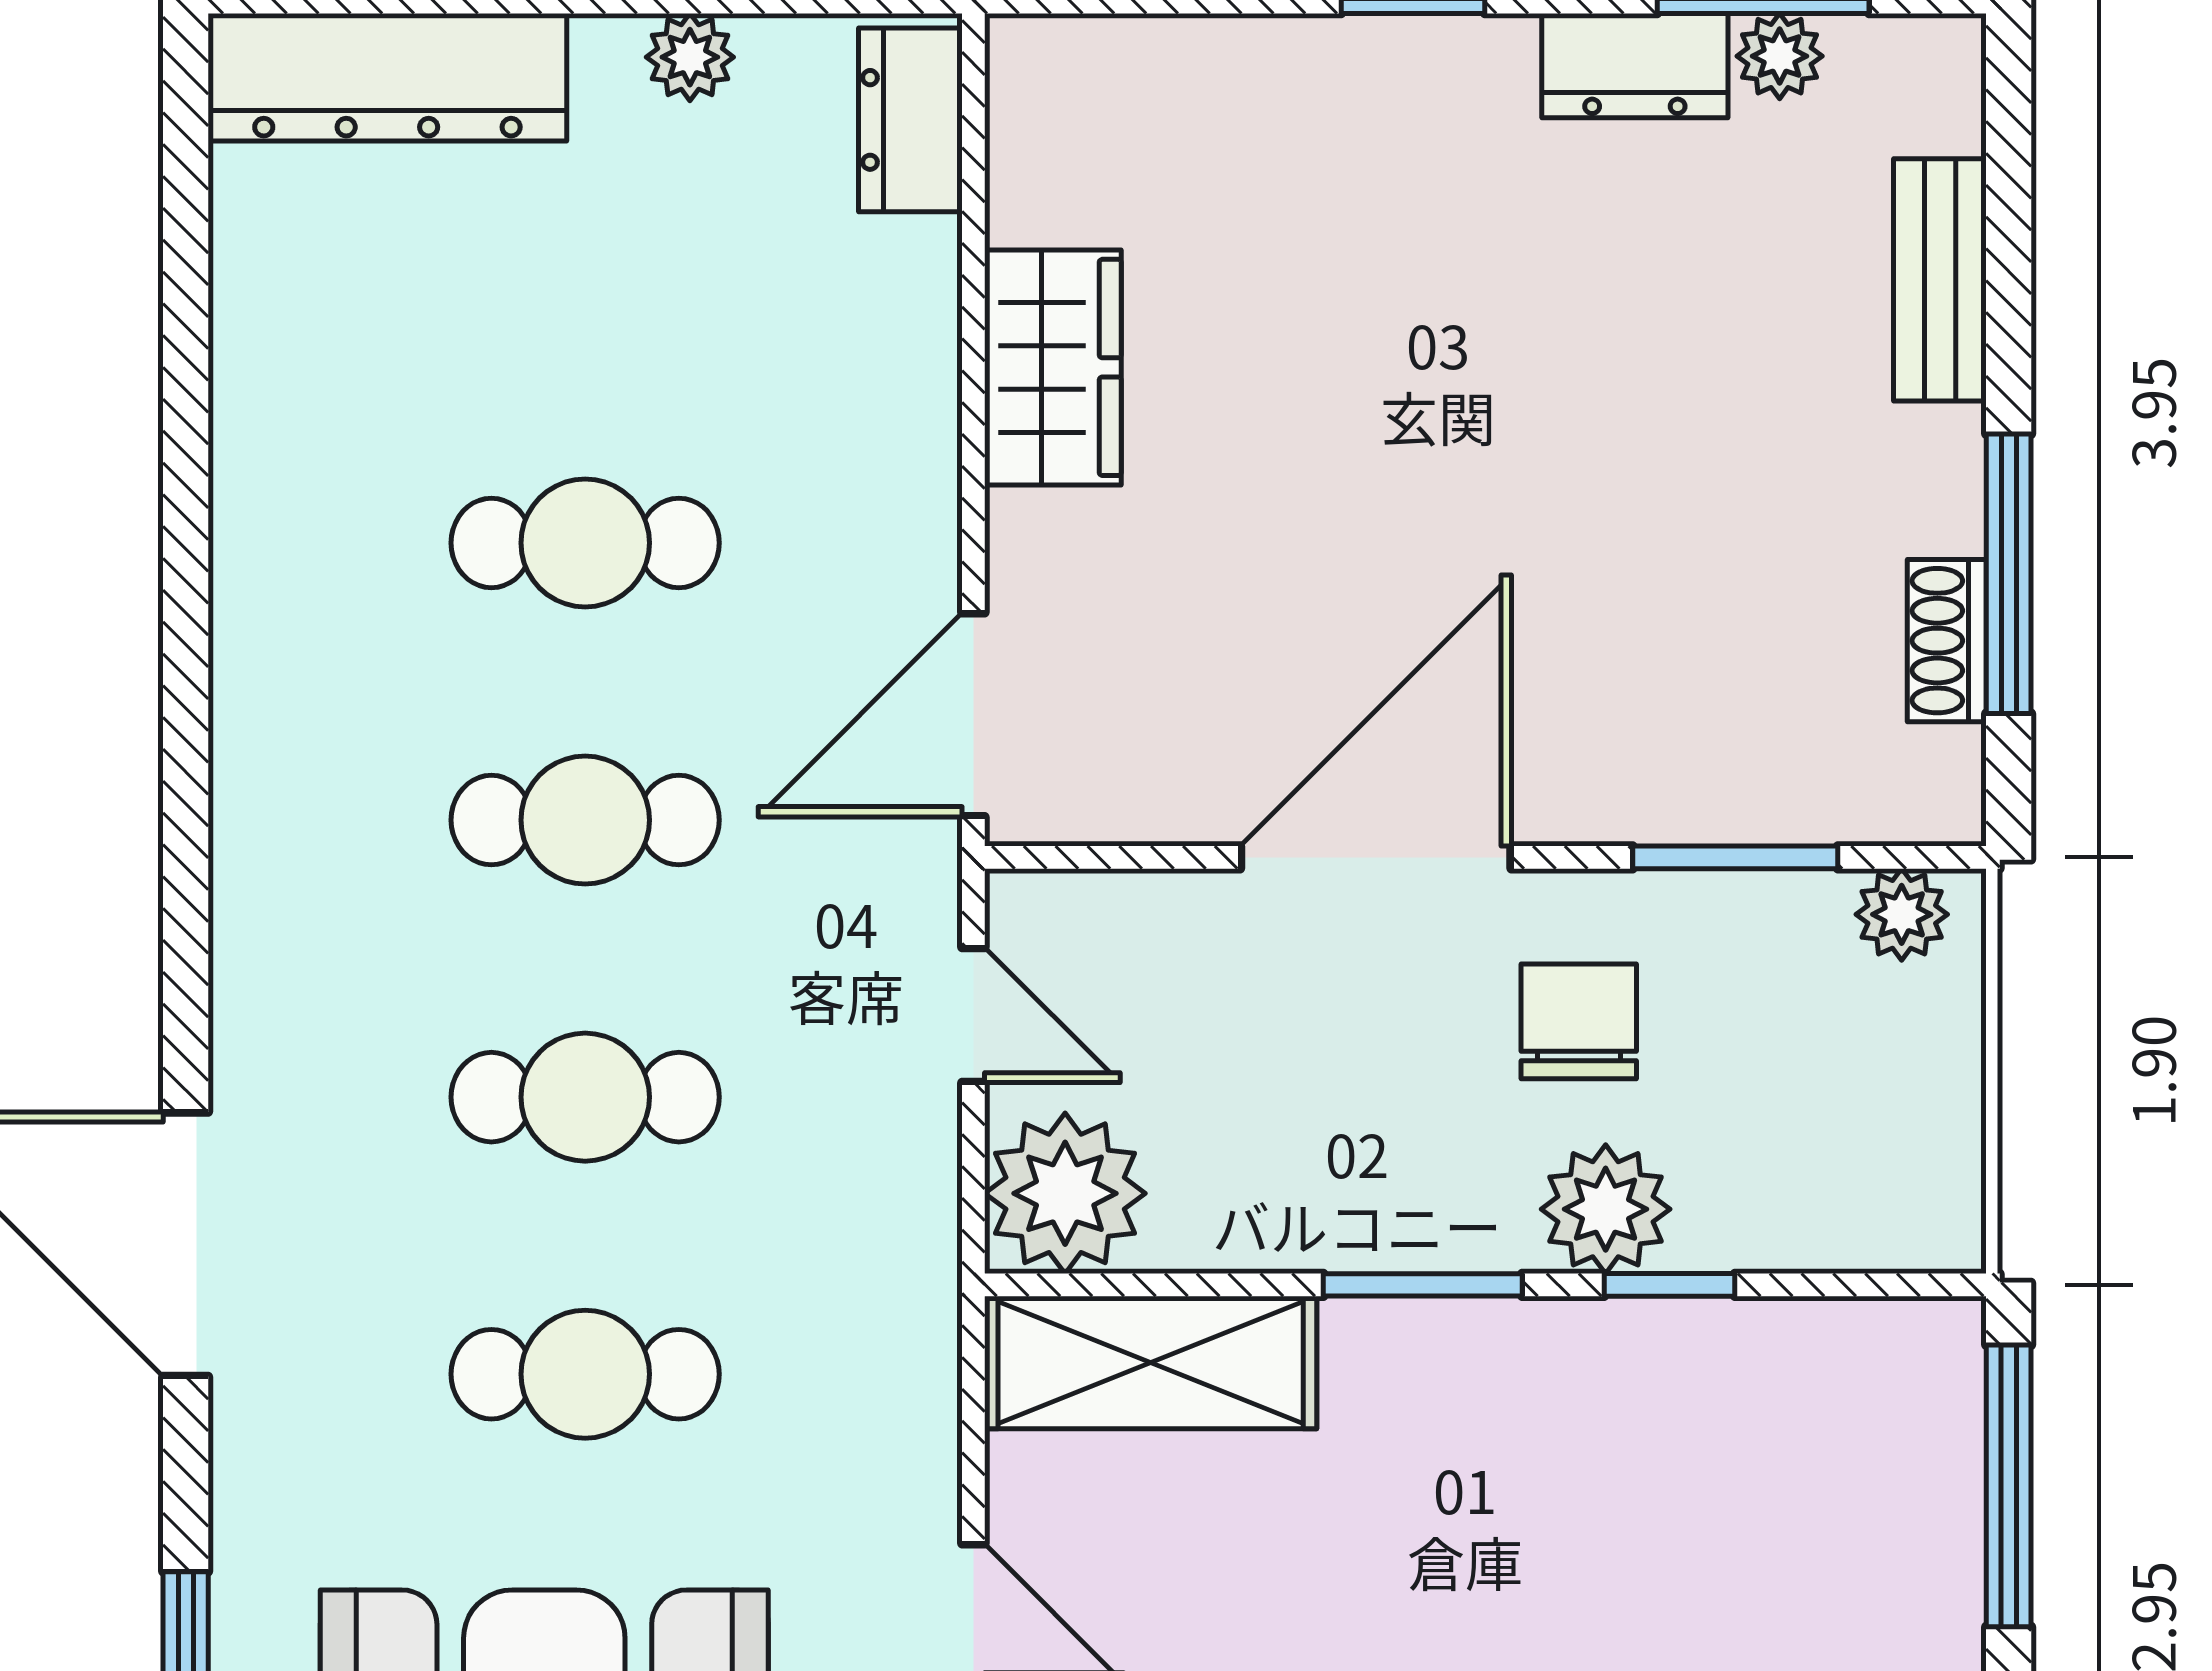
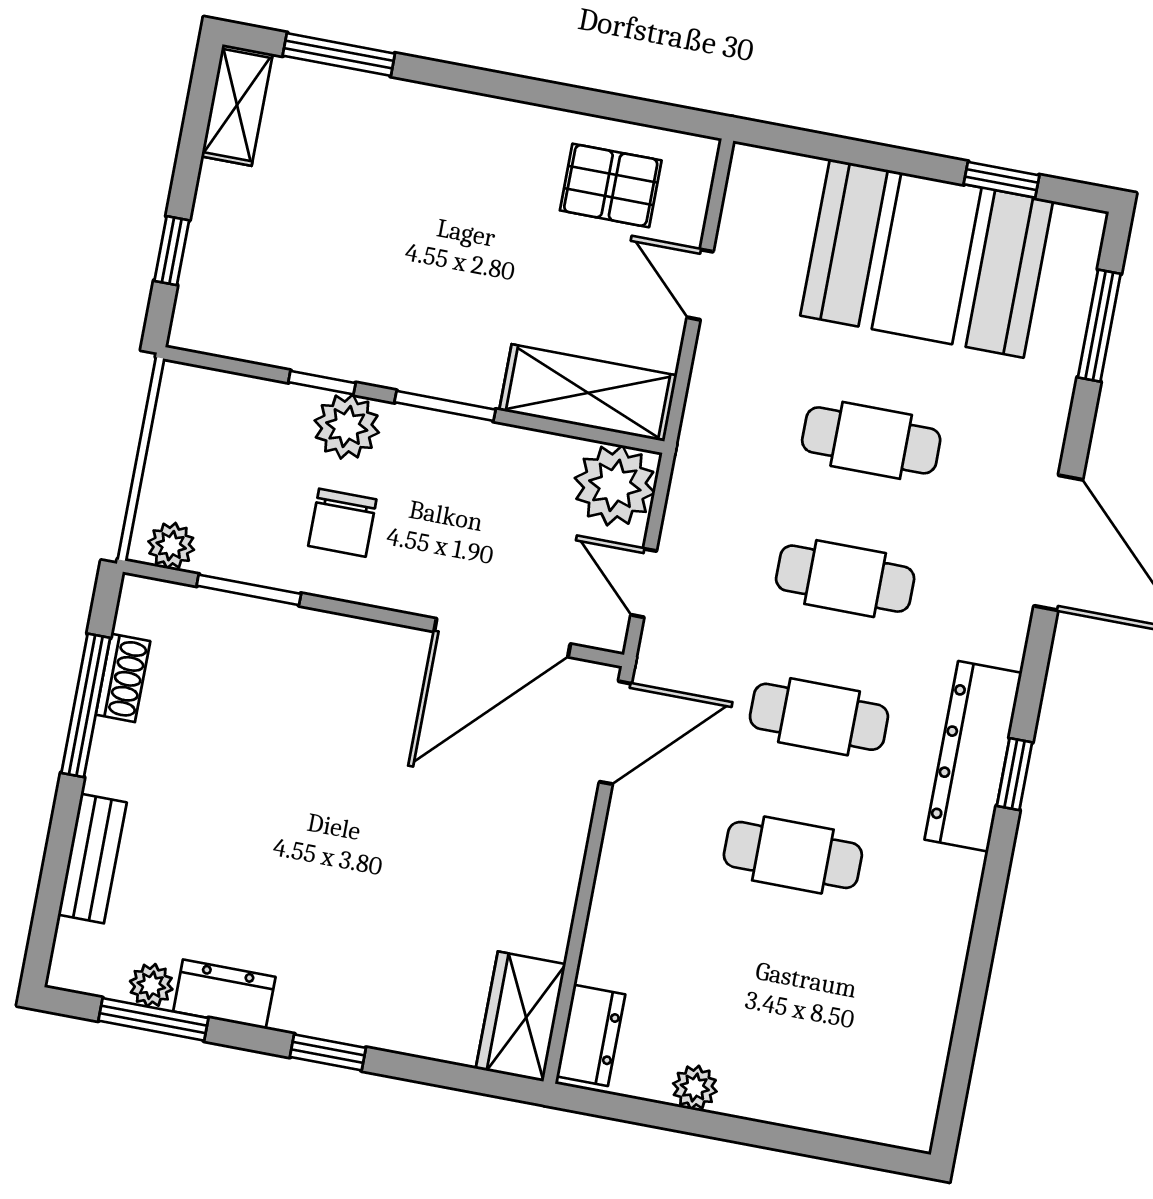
dresser: (387, 77) -> (973, 756), moved, turned -90
wardrobe: (1053, 367) -> (521, 1016), moved
window: (186, 781) -> (1015, 774), added
door: (1376, 857) -> (502, 638), moved
window: (2009, 1486) -> (172, 251), width x0.46

